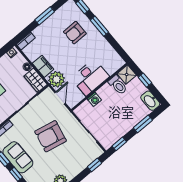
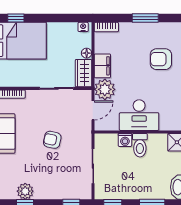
toilet: (118, 85) -> (140, 145), moved
armchair: (51, 136) -> (52, 140), width x0.53, depth x0.53

